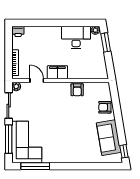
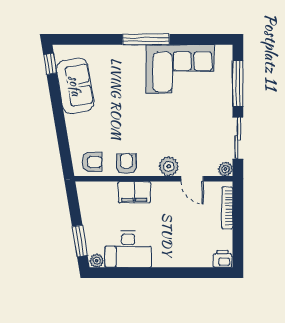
filing cabinet: (57, 72) -> (134, 192), moved
plant: (51, 88) -> (169, 166), added
armchair: (105, 107) -> (92, 162), moved
corner sofa: (27, 142) -> (180, 69), moved, turned -90
window: (35, 166) -> (146, 39), moved

